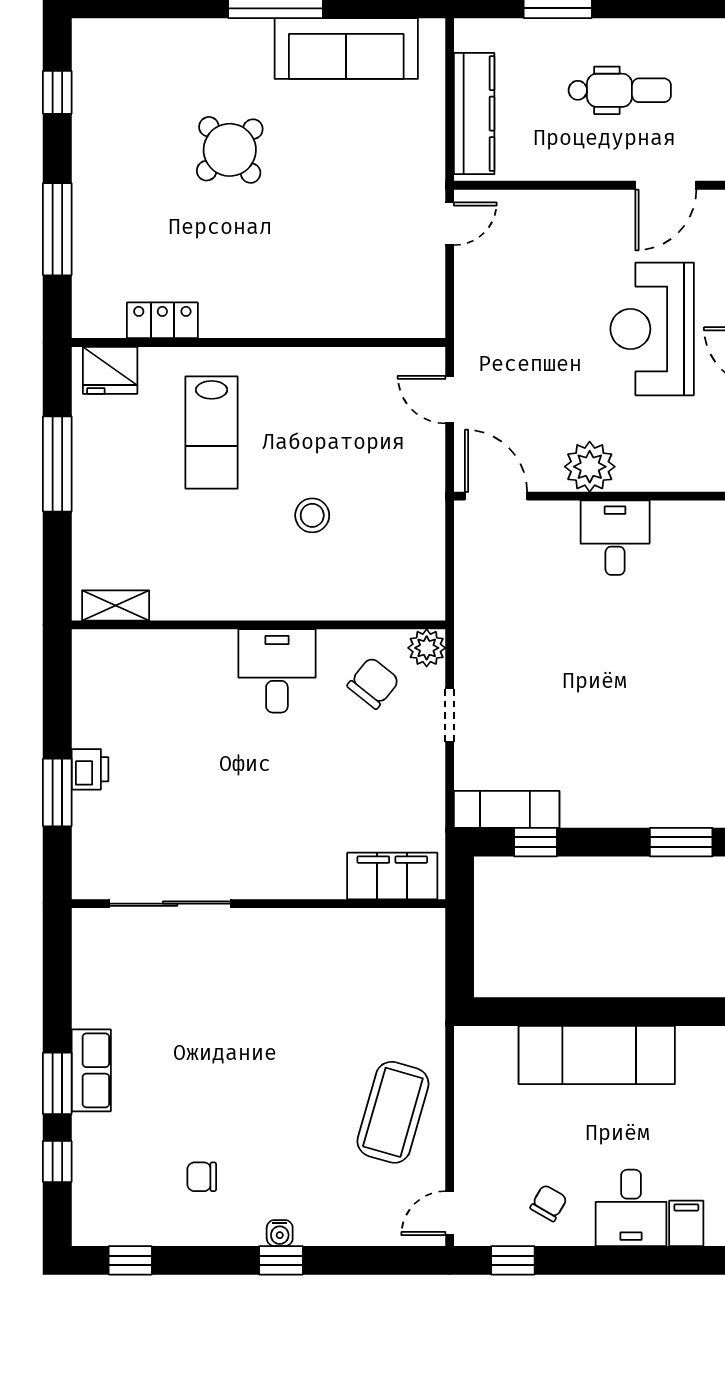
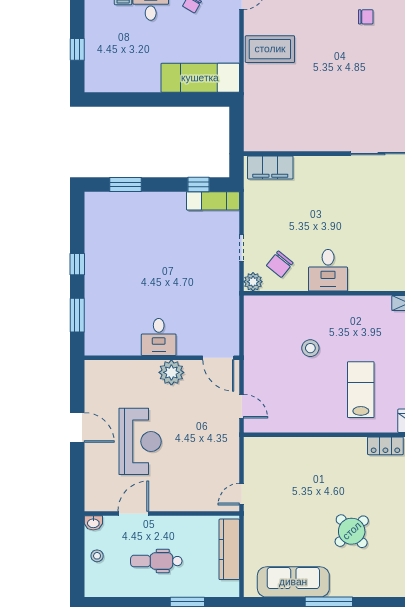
exam couch: (597, 1055) -> (200, 78), moved
coffee table: (393, 1112) -> (270, 49), turned 74

